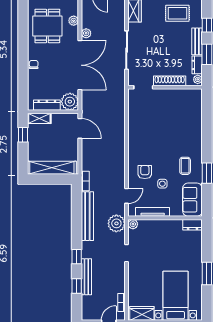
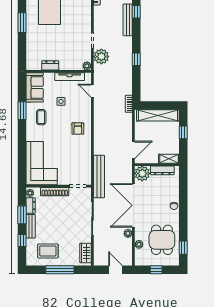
window: (23, 17) -> (183, 248), added
corner sofa: (185, 113) -> (42, 163), added
door: (80, 128) -> (133, 150), swing flipped
window: (23, 135) -> (183, 132), moved
armchair: (145, 172) -> (78, 129), moved
door: (127, 196) -> (92, 91), hinge flipped
bench: (87, 216) -> (99, 176), moved
plant: (116, 223) -> (101, 57), moved
dresser: (193, 225) -> (50, 65), moved
window: (77, 257) -> (136, 59), moved

